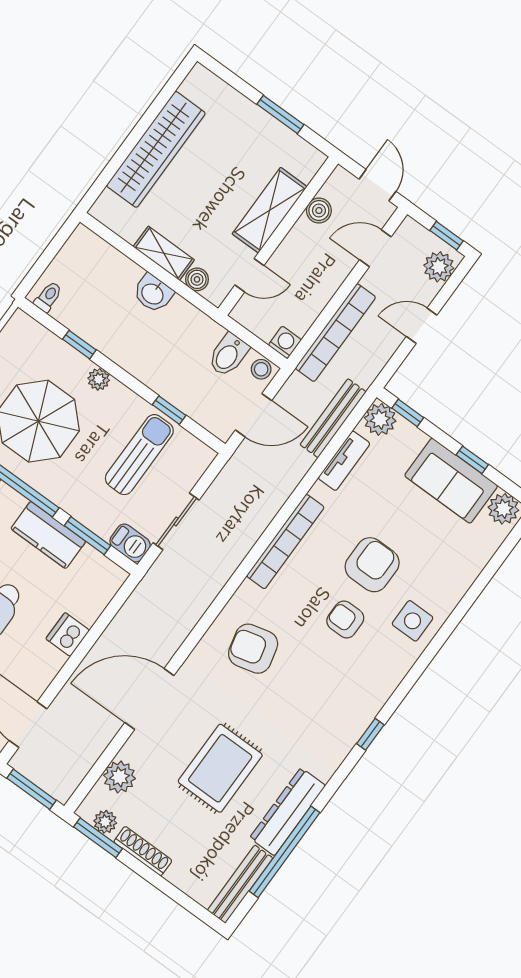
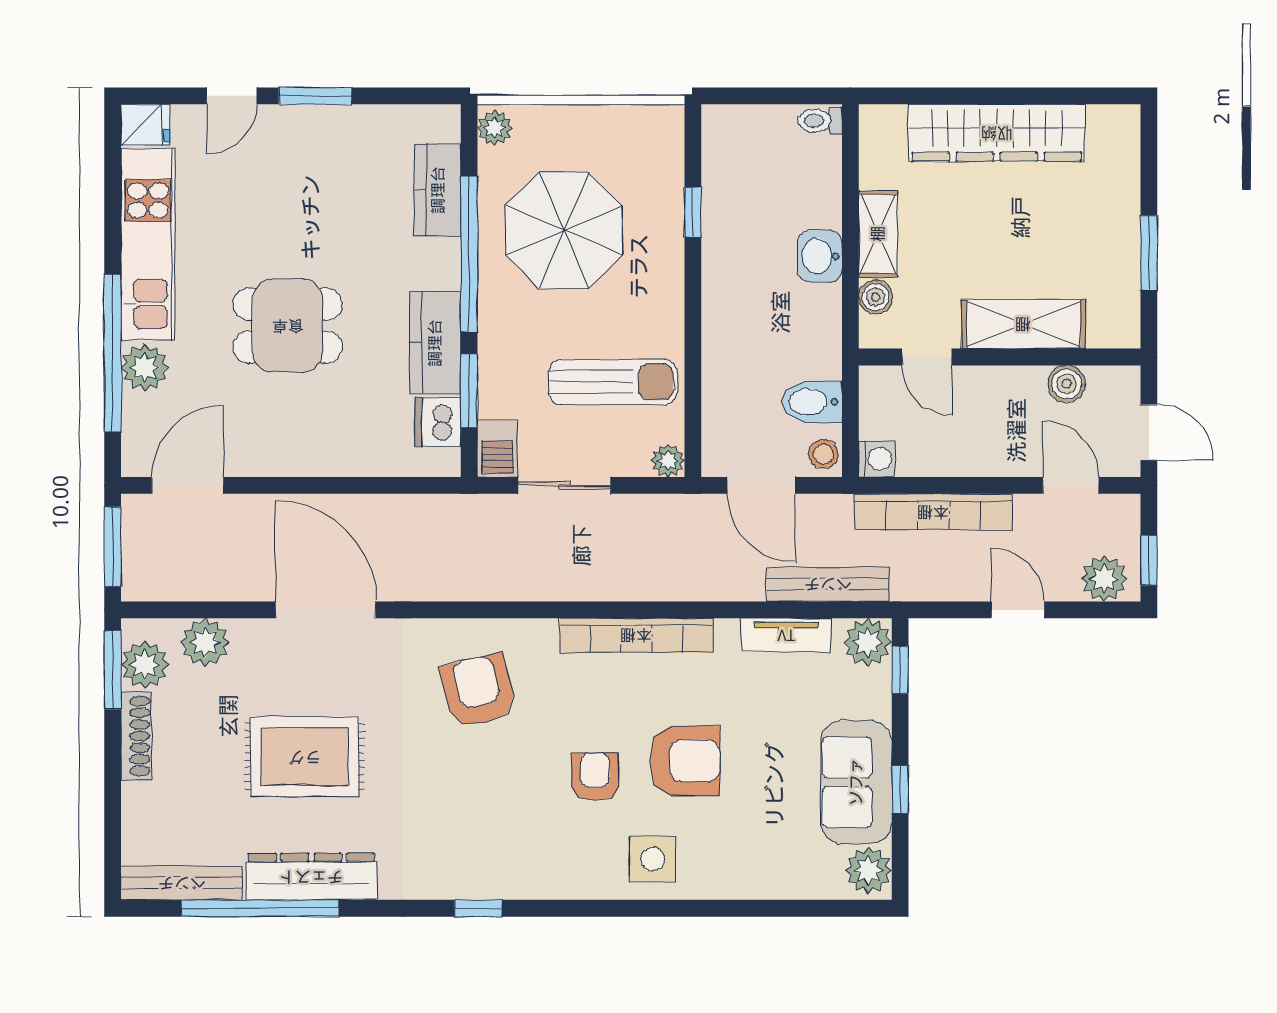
door: (377, 185) -> (1149, 432), hinge flipped
toilet: (48, 297) -> (820, 121), moved, turned 180
plant: (99, 379) -> (668, 461), moved
window: (169, 410) -> (693, 379), removed
dishwasher: (68, 635) -> (438, 422), moved, turned -90
plant: (105, 822) -> (145, 665), width x1.38, depth x1.38

